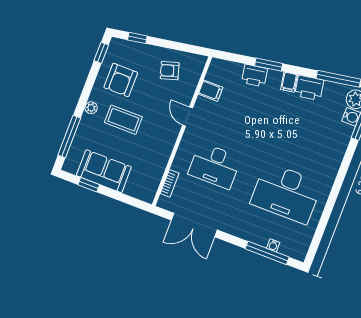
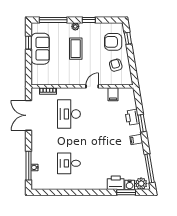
window: (101, 53) -> (89, 20), moved
armchair: (121, 80) -> (113, 42), moved
printer: (309, 88) -> (116, 183), moved, turned 99
desk: (286, 193) -> (69, 163), width x0.53, depth x0.77

